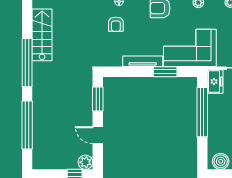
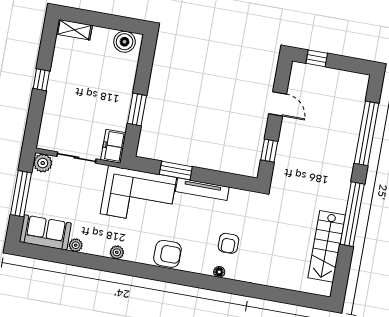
armchair: (116, 24) -> (228, 243), turned 180
window: (98, 99) -> (269, 151), width x0.67
window: (202, 112) -> (137, 110), width x0.47
plant: (85, 162) -> (300, 72), removed

